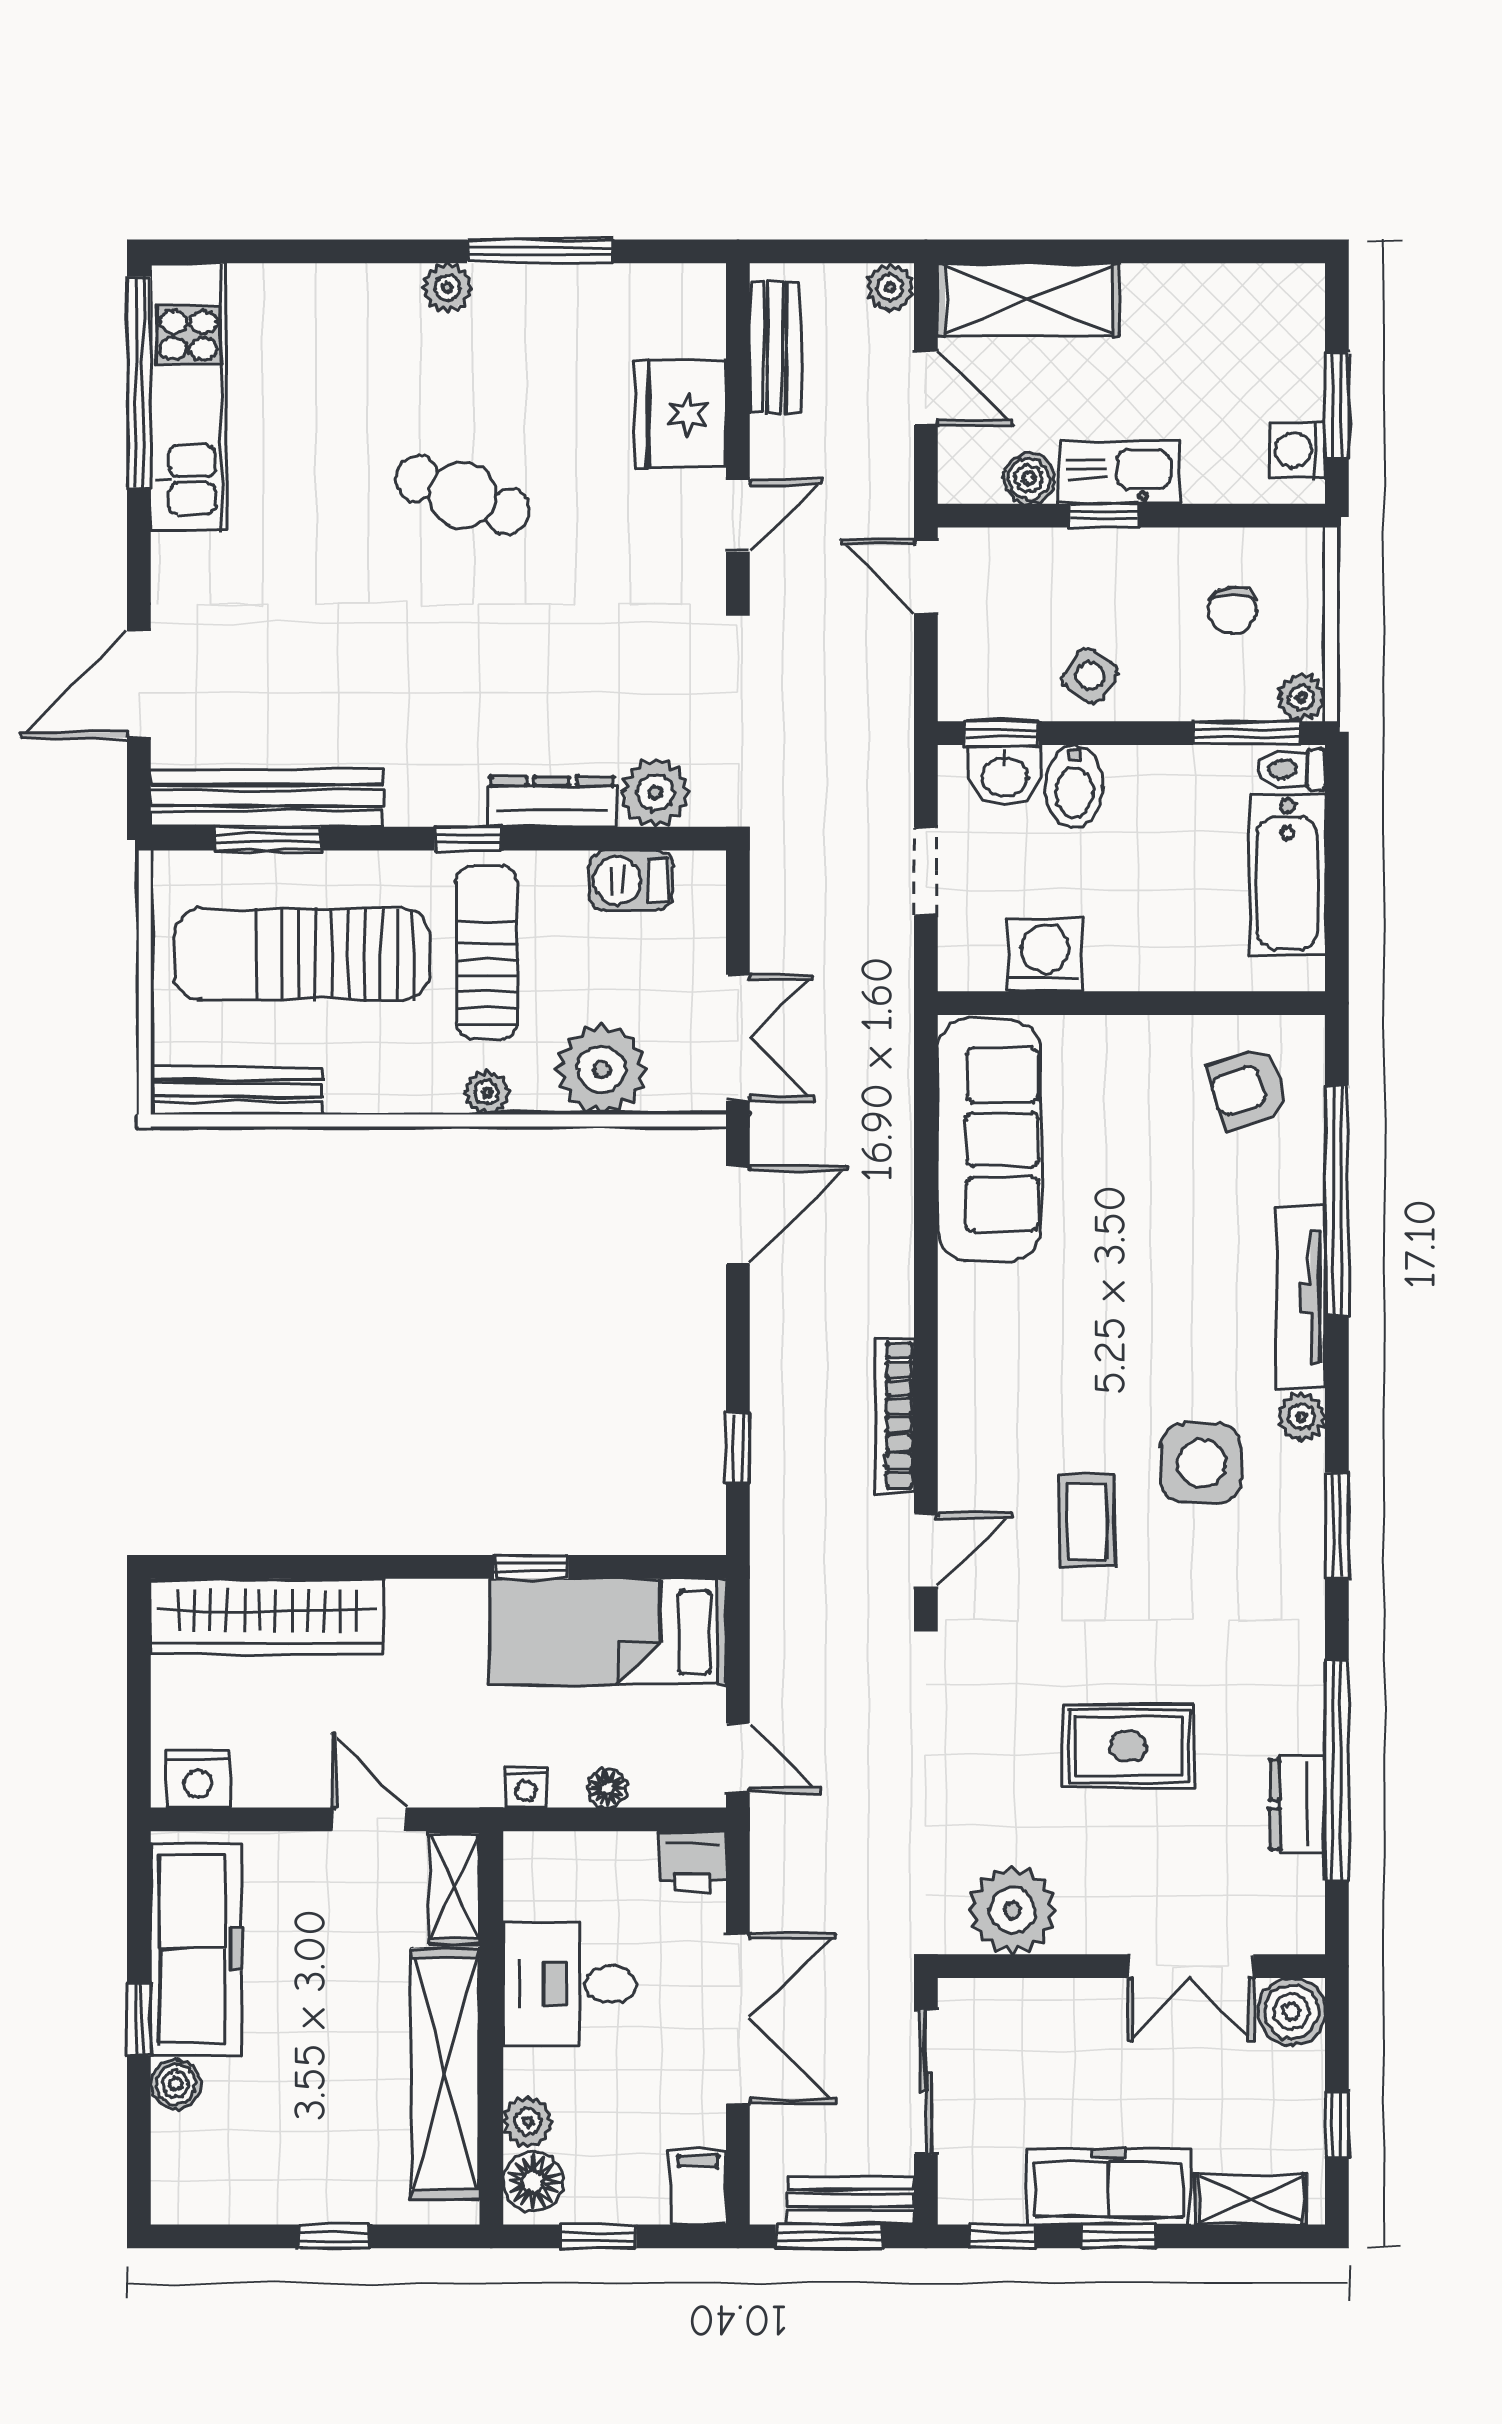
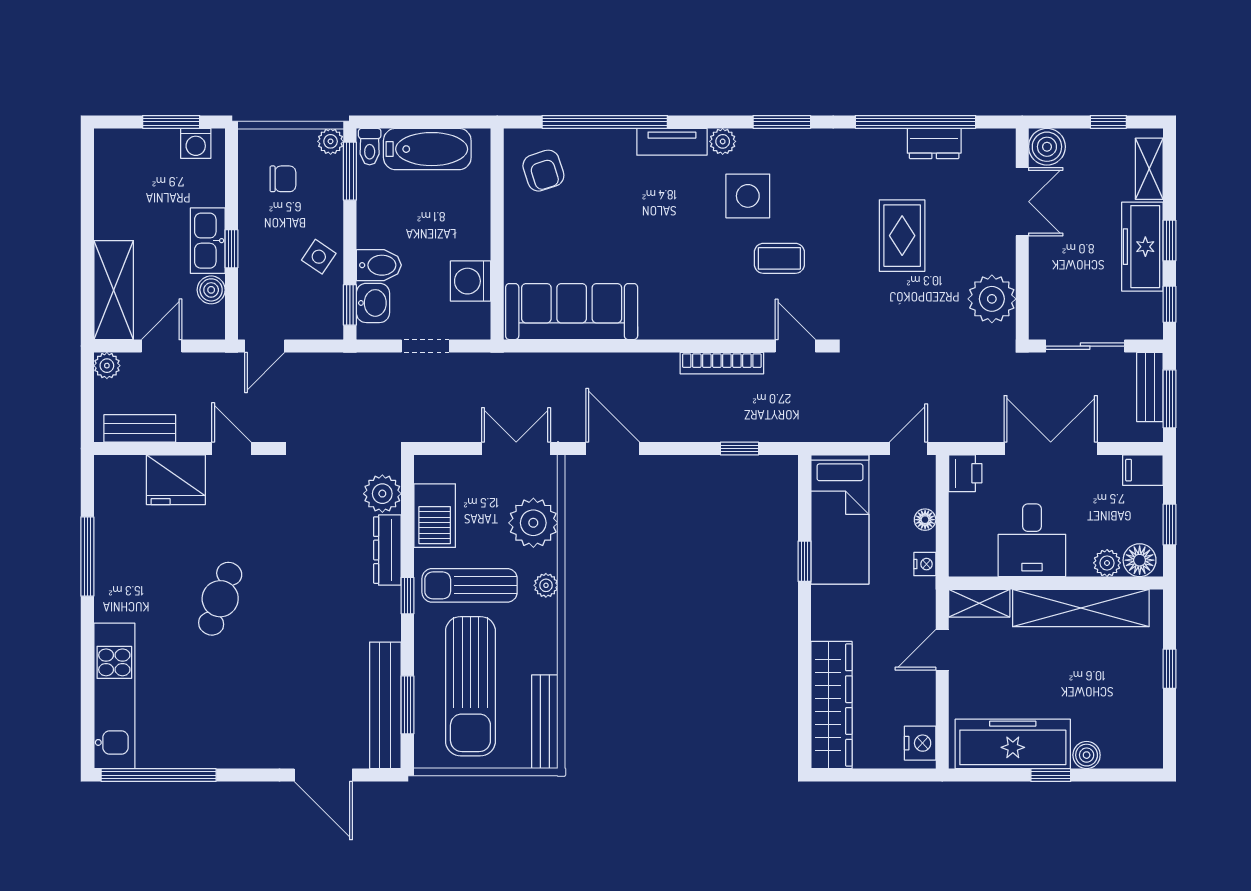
plant: (447, 288) -> (107, 607), removed
kitchen unit: (188, 397) -> (114, 696), moved, turned 90
barbecue: (631, 881) -> (435, 516), width x1.38, depth x1.27
tv unit: (1301, 1297) -> (672, 142), width x0.71

